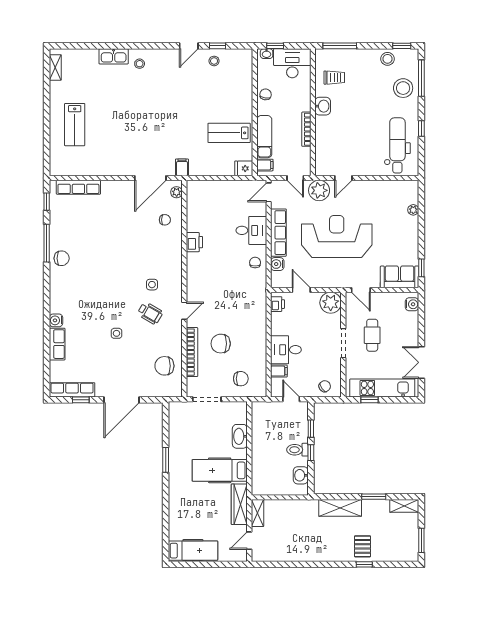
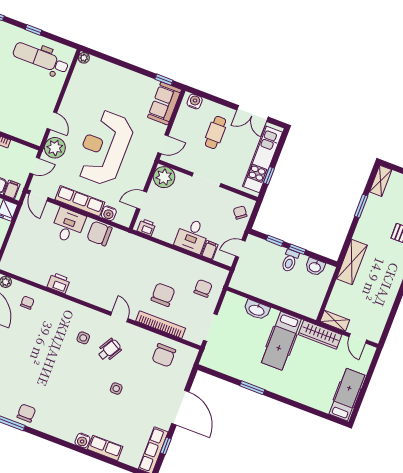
plant: (413, 210) -> (84, 58), moved
chair: (255, 263) -> (99, 233), width x1.87, depth x1.87
cafe table: (372, 335) -> (215, 132), moved, turned 90
chair: (221, 344) -> (163, 295), turned 180
shelving: (340, 508) -> (352, 262), moved

